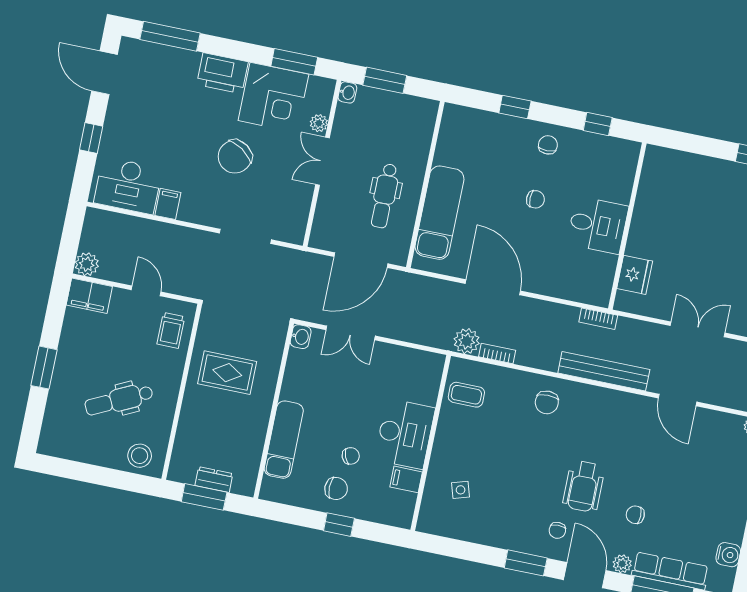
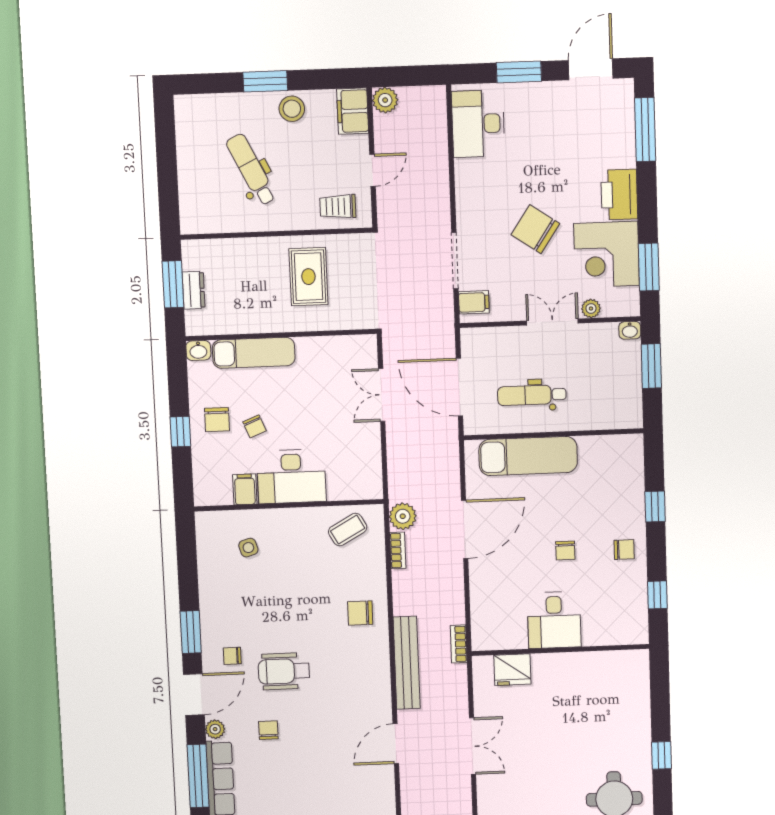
window: (91, 138) -> (519, 72), width x1.50
filing cabinet: (168, 204) -> (474, 302), moved
washbasin: (301, 337) -> (198, 350), moved
coffee table: (466, 395) -> (348, 530), turned 61
stool: (140, 456) -> (292, 109), moved

